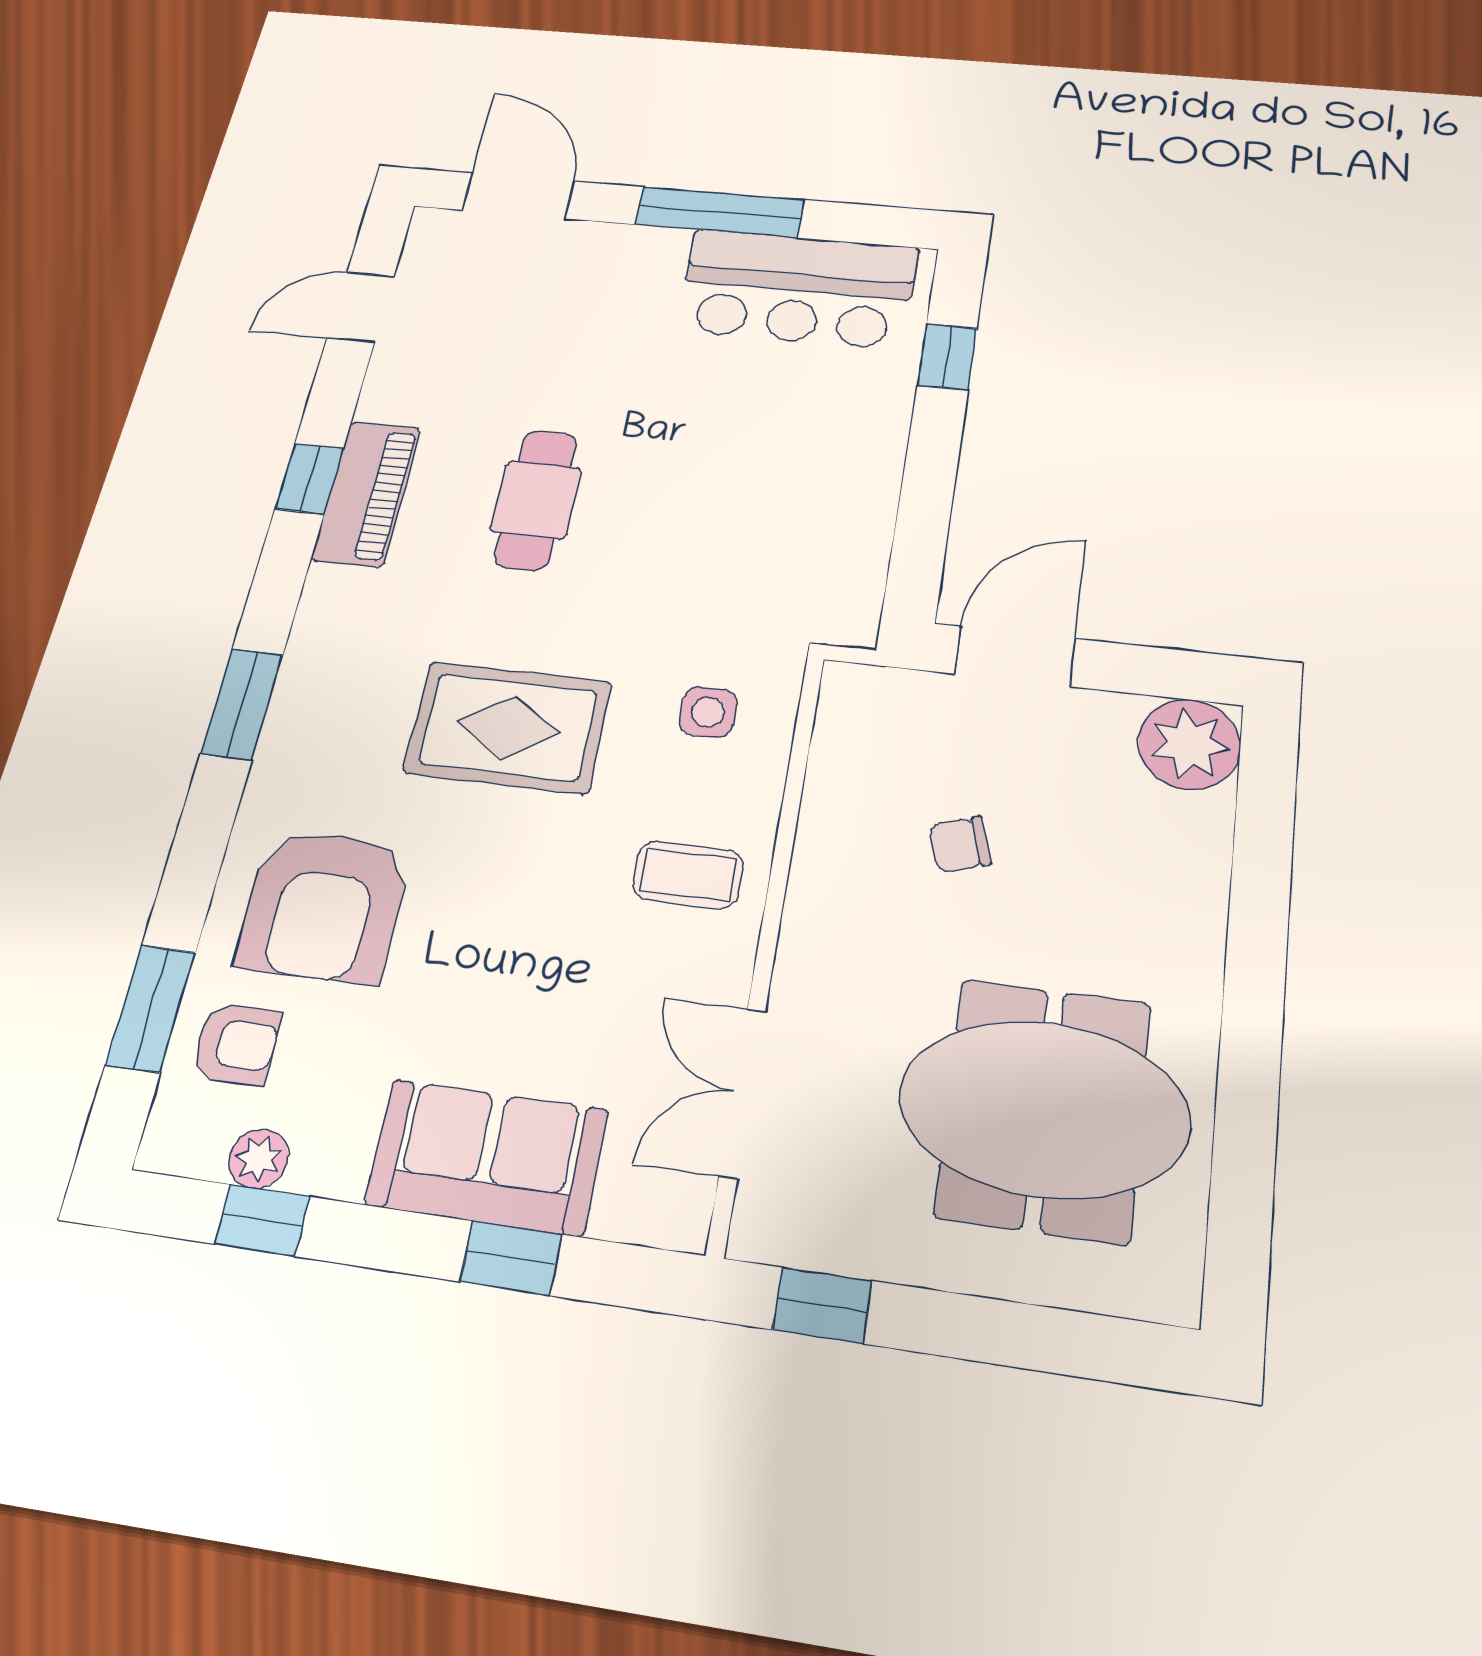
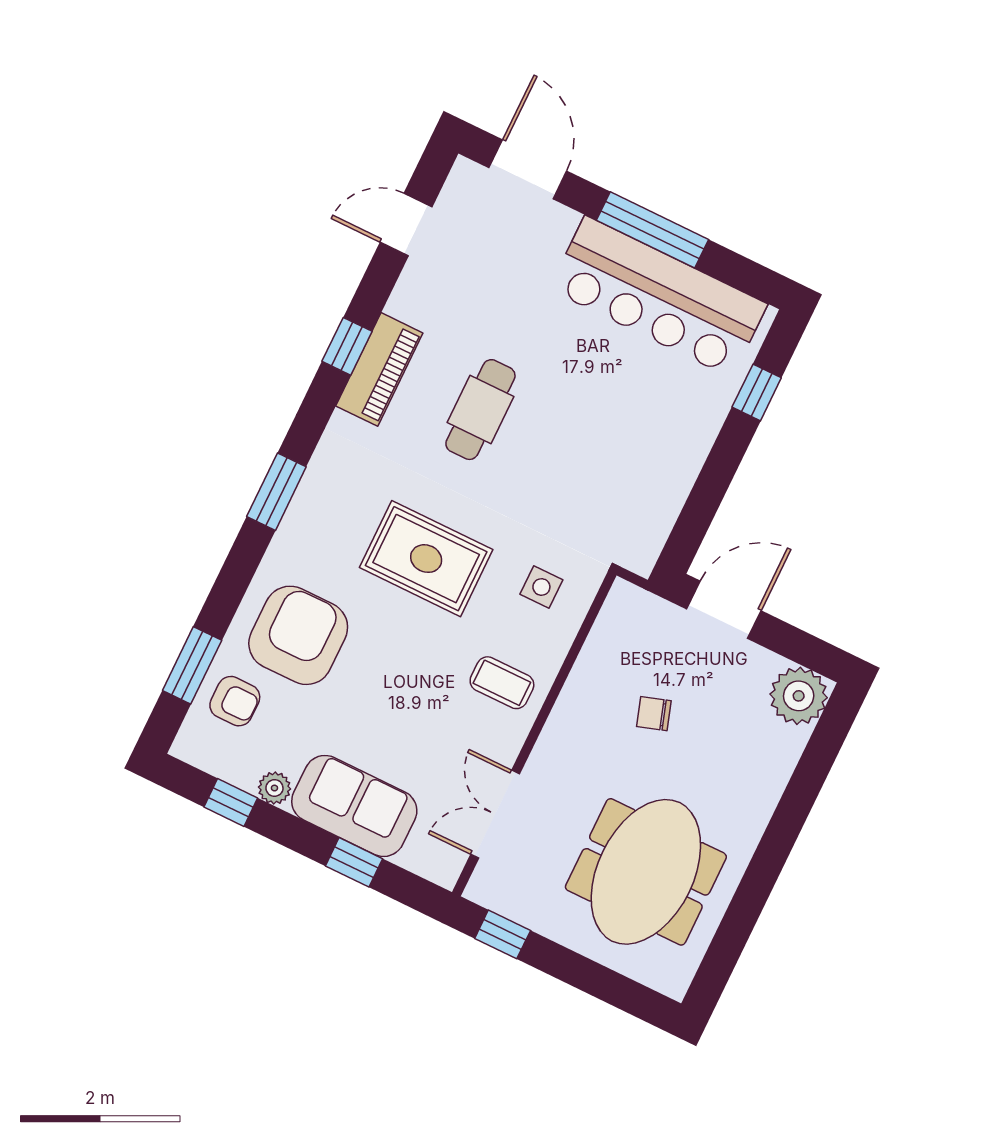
bar counter: (798, 289) -> (658, 297), width x1.36
armchair: (324, 906) -> (298, 635), turned 180
meeting table: (1044, 1109) -> (646, 872), turned 90
plant: (259, 1159) -> (274, 788), moved

